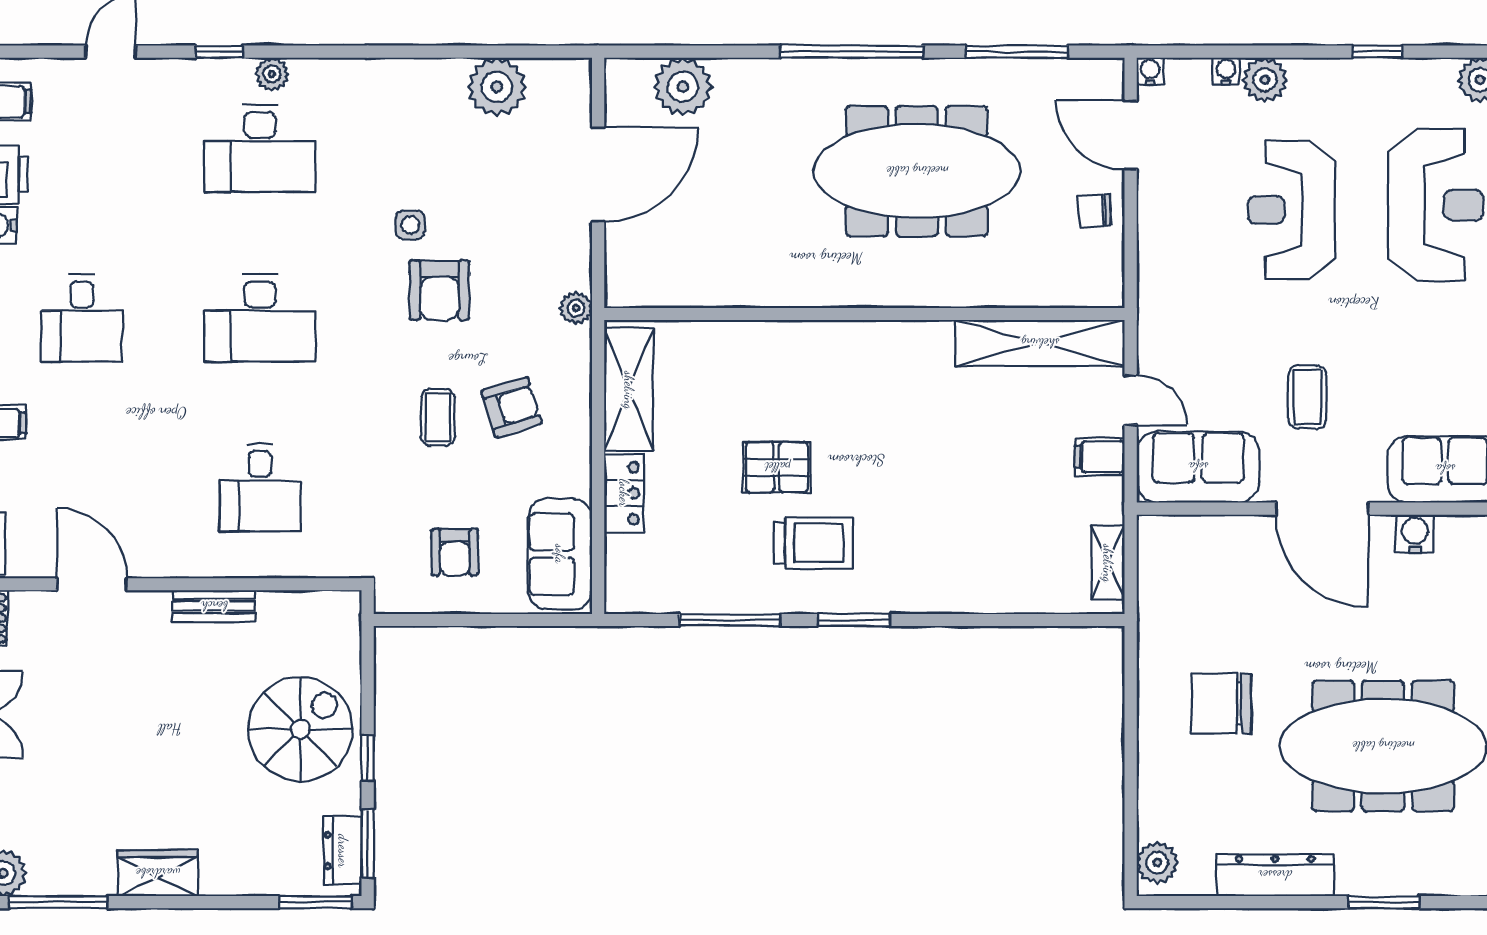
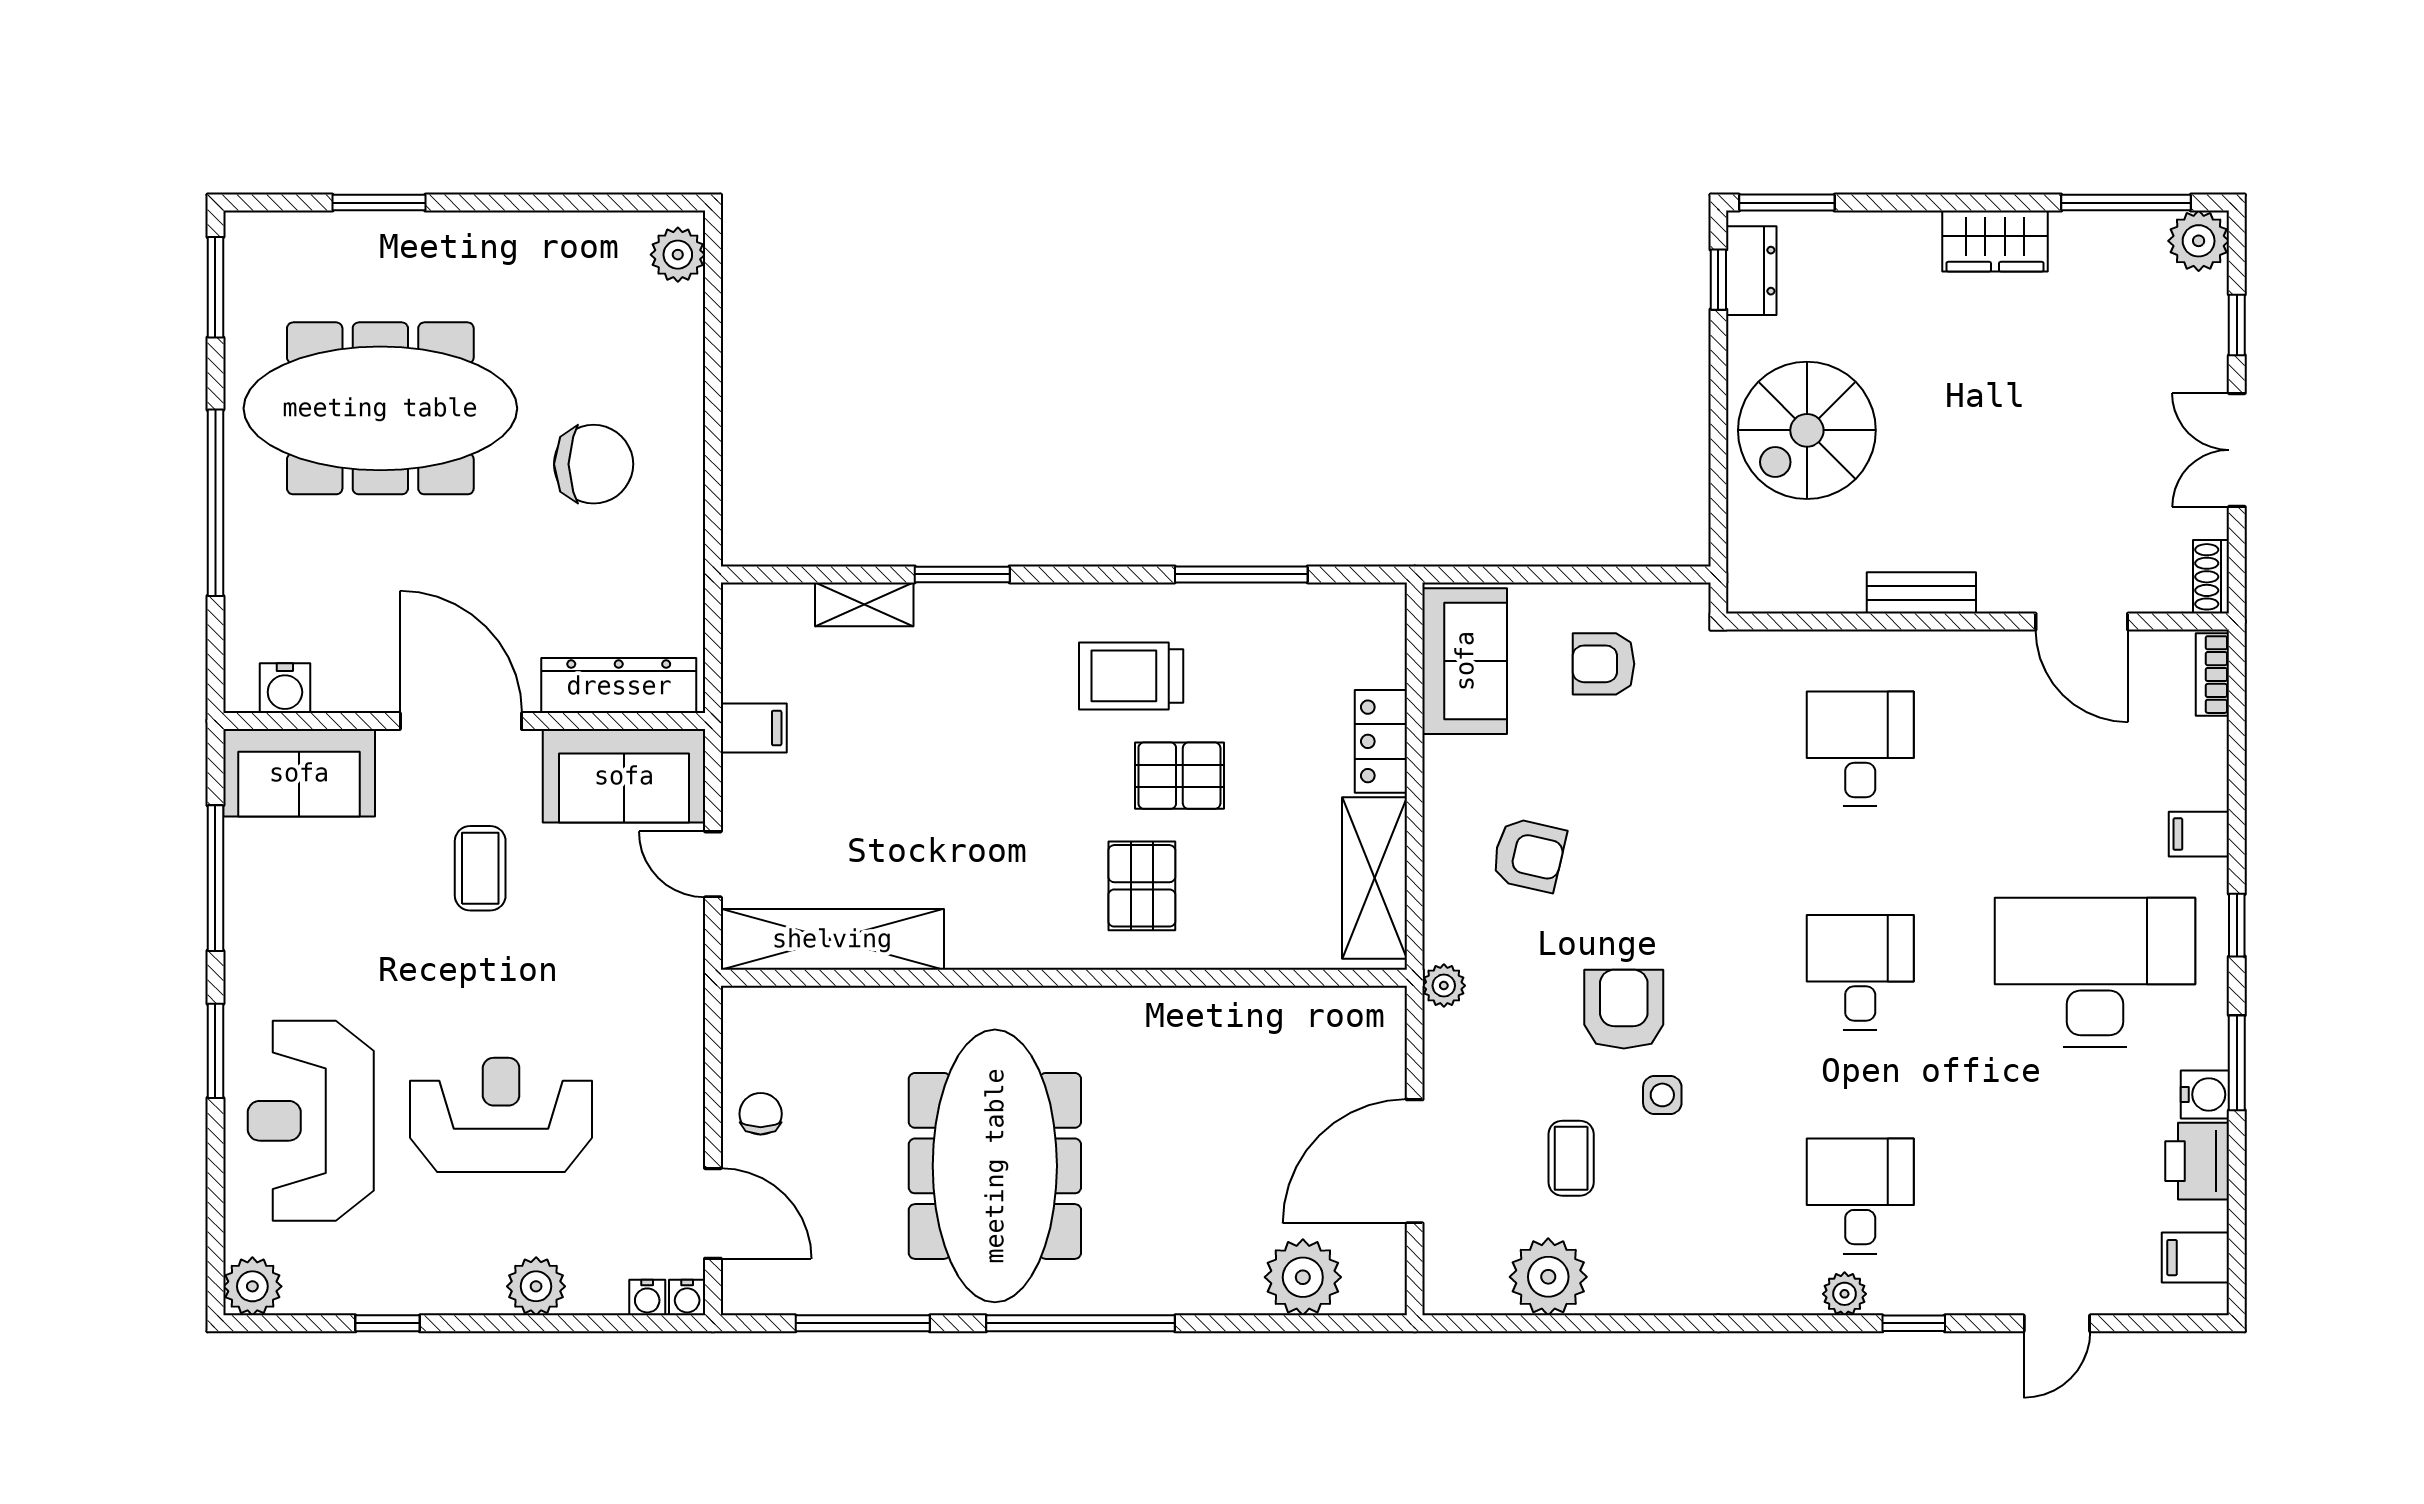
water cooler: (1226, 71) -> (647, 1298), moved
desk: (260, 148) -> (1860, 1196), width x0.73
meeting table: (917, 171) -> (995, 1166), turned 90
reception desk: (1291, 210) -> (501, 1115), turned -90
chair: (1094, 211) -> (761, 1114), turned -86
desk: (82, 318) -> (2095, 972), width x1.87, depth x1.30
desk: (260, 318) -> (1860, 972), width x0.73
pallet: (805, 384) -> (1142, 886), added
armchair: (512, 407) -> (1529, 855), turned -150
coffee table: (438, 417) -> (1571, 1158), moved
filing cabinet: (1100, 457) -> (754, 728), moved
water cooler: (1415, 534) -> (285, 688), moved
armchair: (455, 552) -> (1603, 664), turned -90
shelving: (1108, 563) -> (864, 604), moved, turned 90
window: (854, 620) -> (962, 574), moved
window: (368, 758) -> (1718, 393), removed
window: (368, 844) -> (1718, 280), width x0.67
dresser: (1275, 875) -> (619, 686), moved, turned 180

